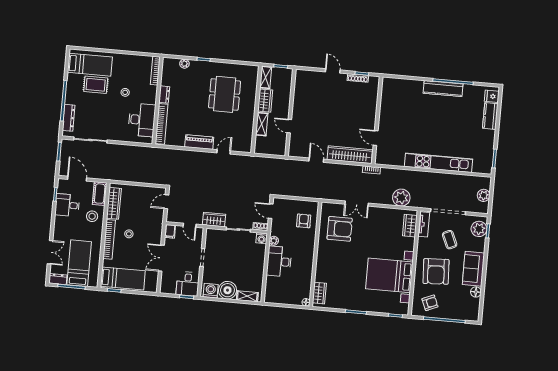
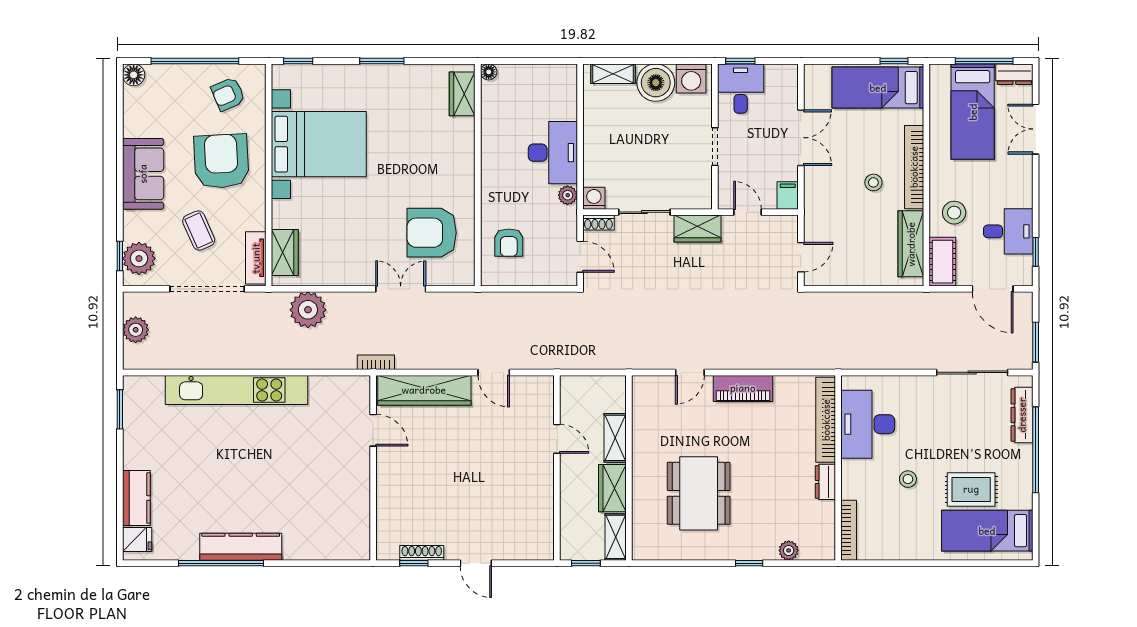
floor lamp: (476, 292) -> (134, 75), moved

